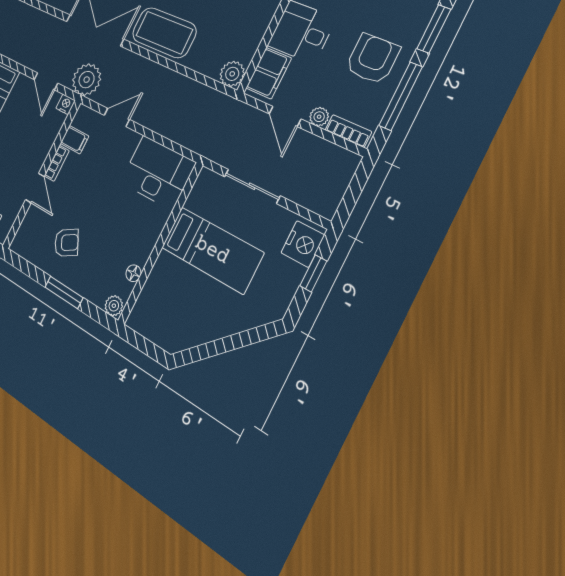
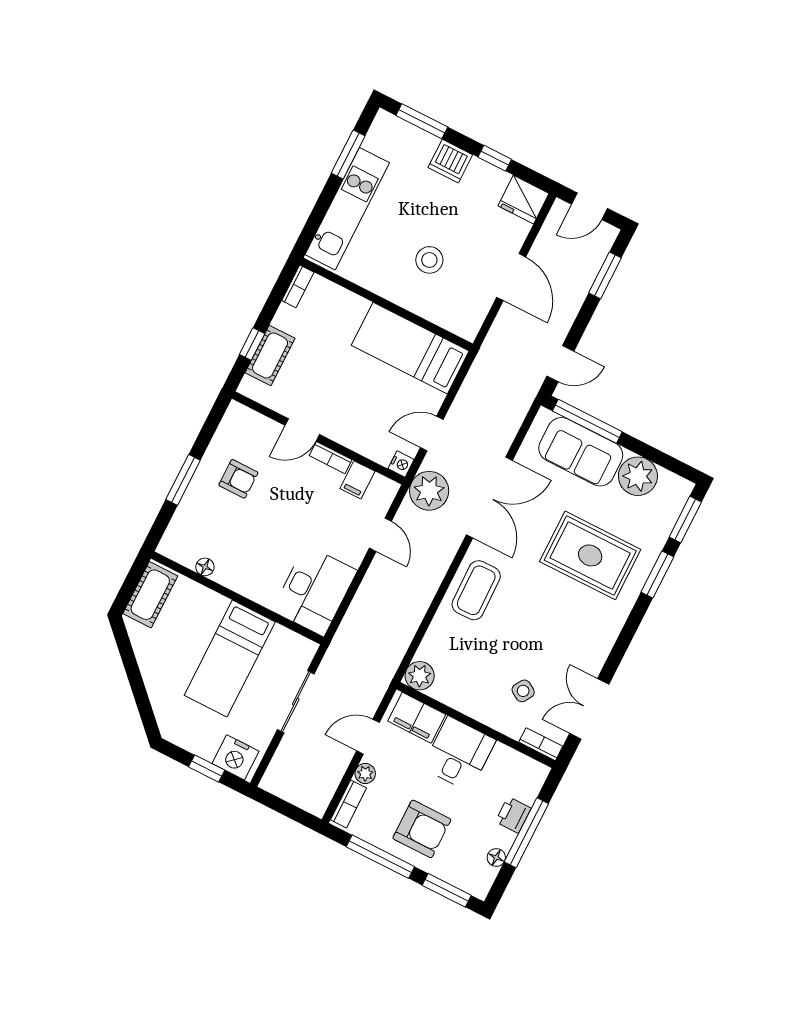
coffee table: (164, 33) -> (476, 590), width x0.73, depth x0.76
armchair: (67, 243) -> (238, 479), turned -61
plant: (114, 306) -> (170, 545), removed
cot: (154, 326) -> (150, 595), added

